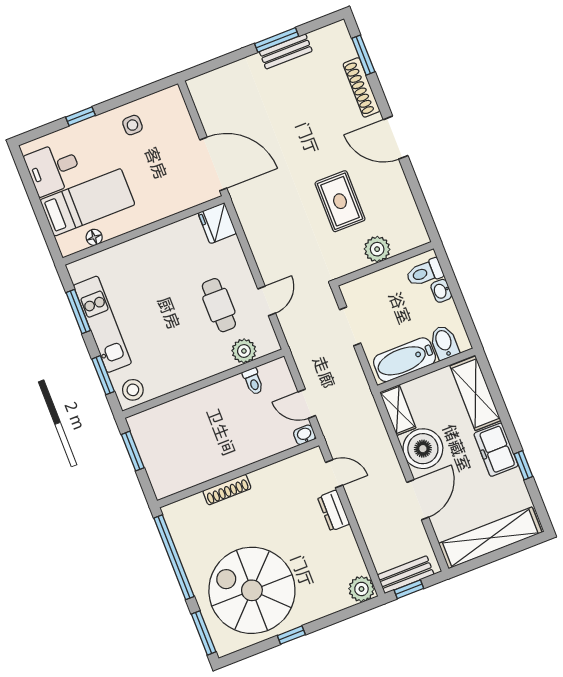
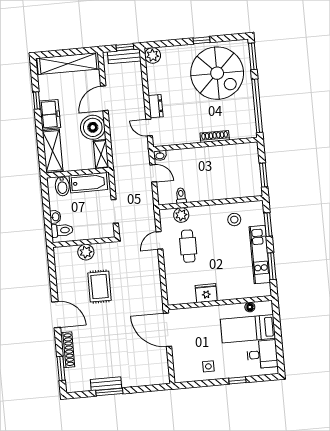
fridge: (217, 223) -> (206, 293), moved, turned -90
stool: (133, 390) -> (234, 220), moved

